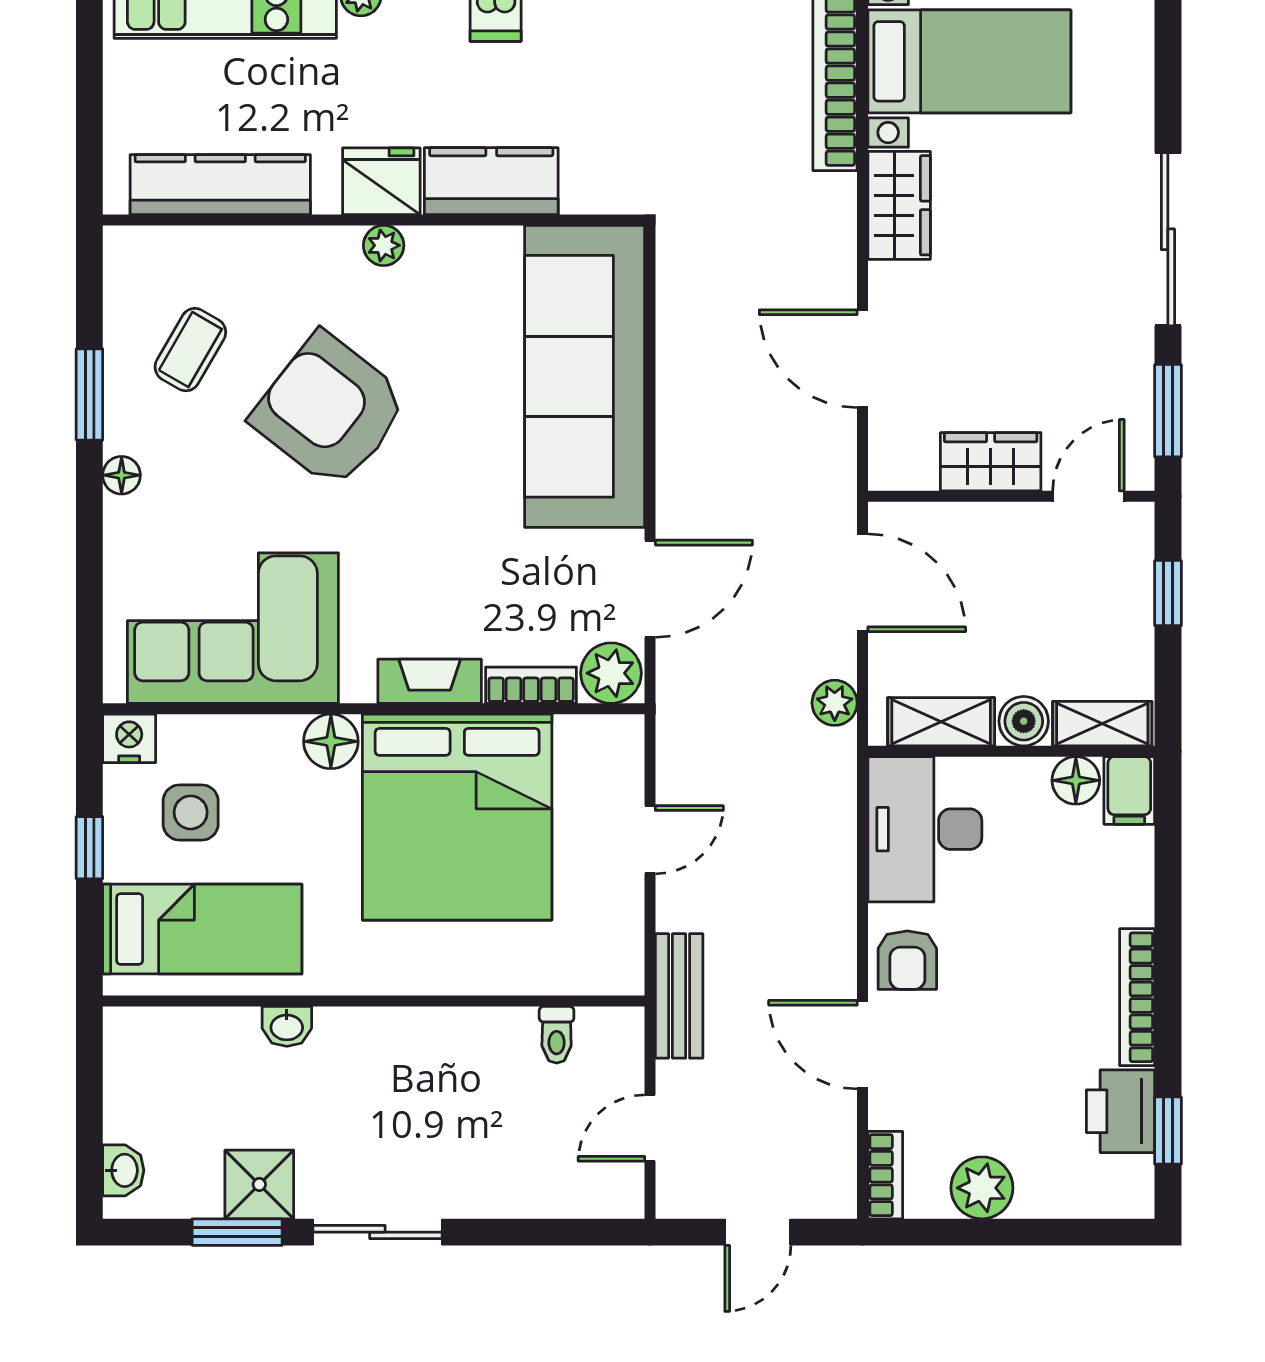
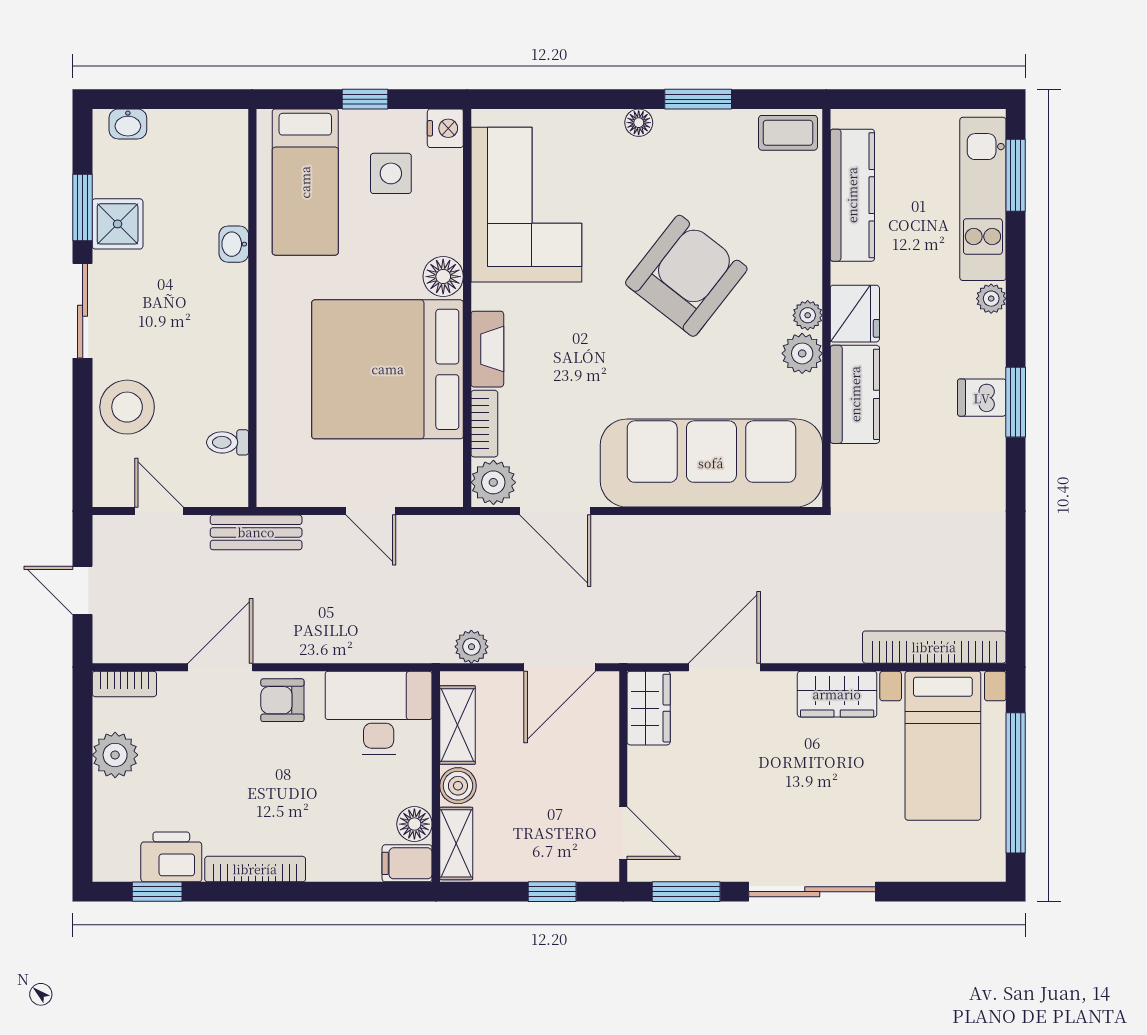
plant: (436, 253) -> (802, 353), added
coffee table: (190, 350) -> (788, 133), moved, turned -30
wardrobe: (991, 462) -> (649, 708), moved
stool: (509, 1172) -> (127, 407), added

